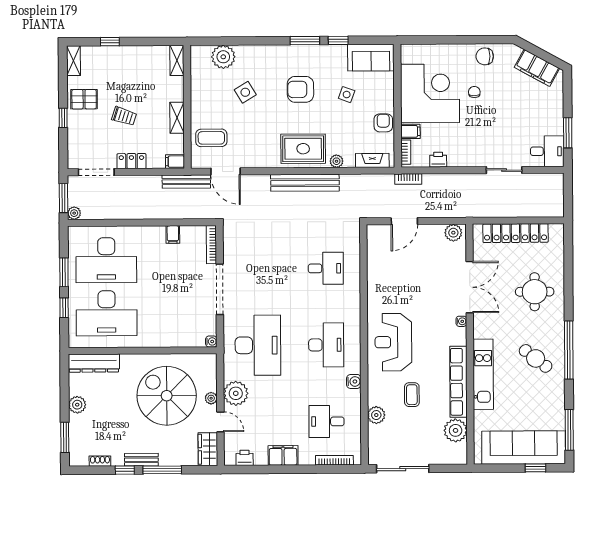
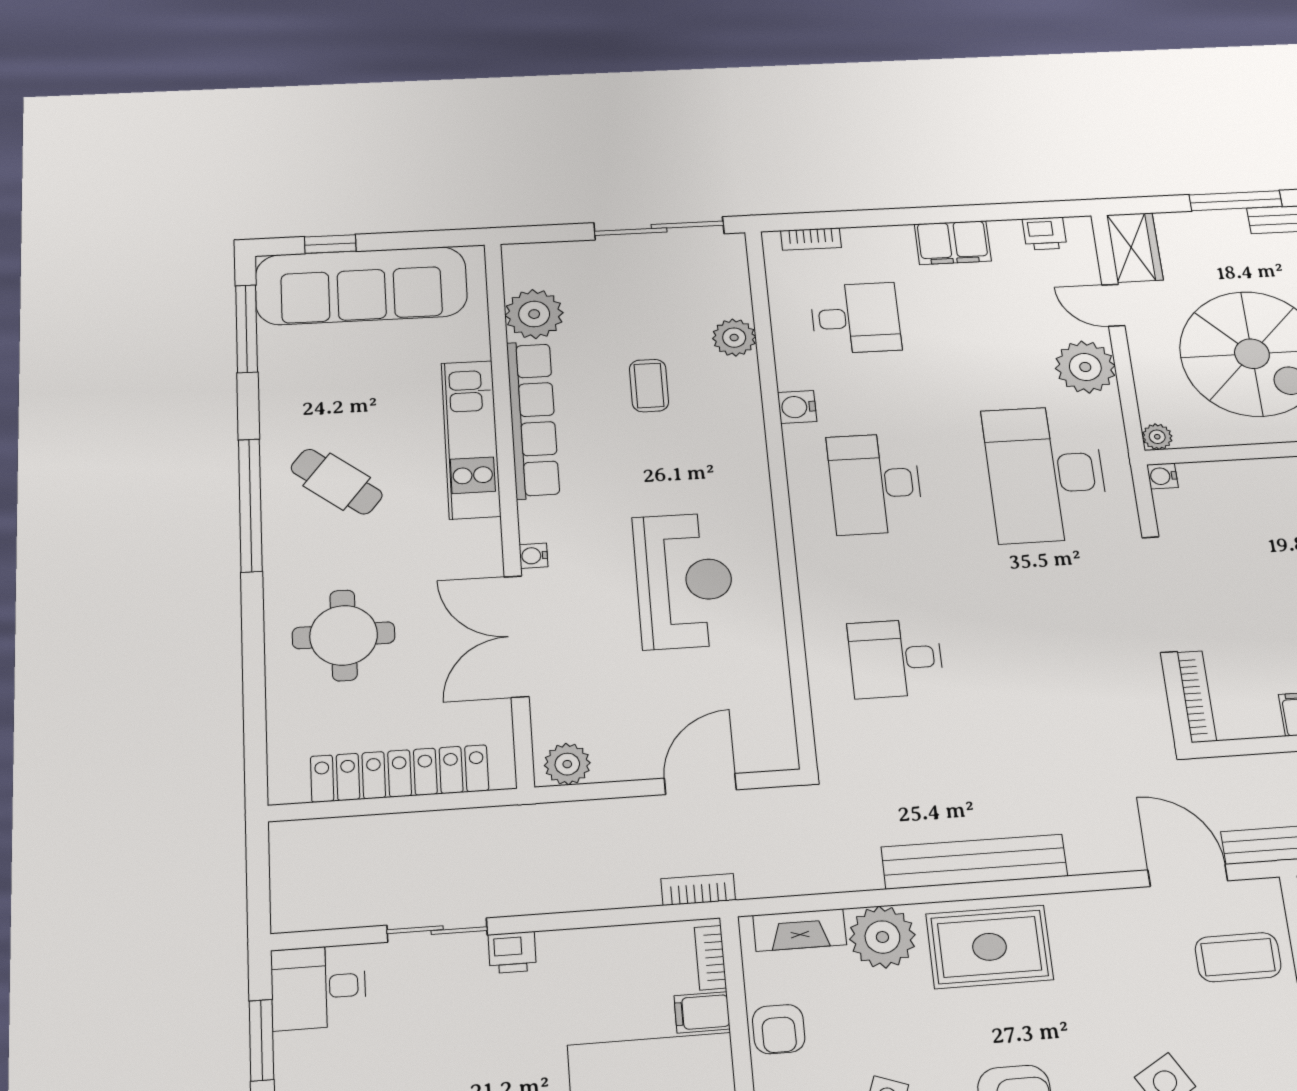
printer: (438, 160) -> (512, 952), moved
plant: (336, 161) -> (882, 937), width x1.87, depth x1.87
reception desk: (393, 342) -> (684, 581), moved
plant: (211, 398) -> (1157, 437), moved
bookcase: (334, 460) -> (811, 239), width x0.64

